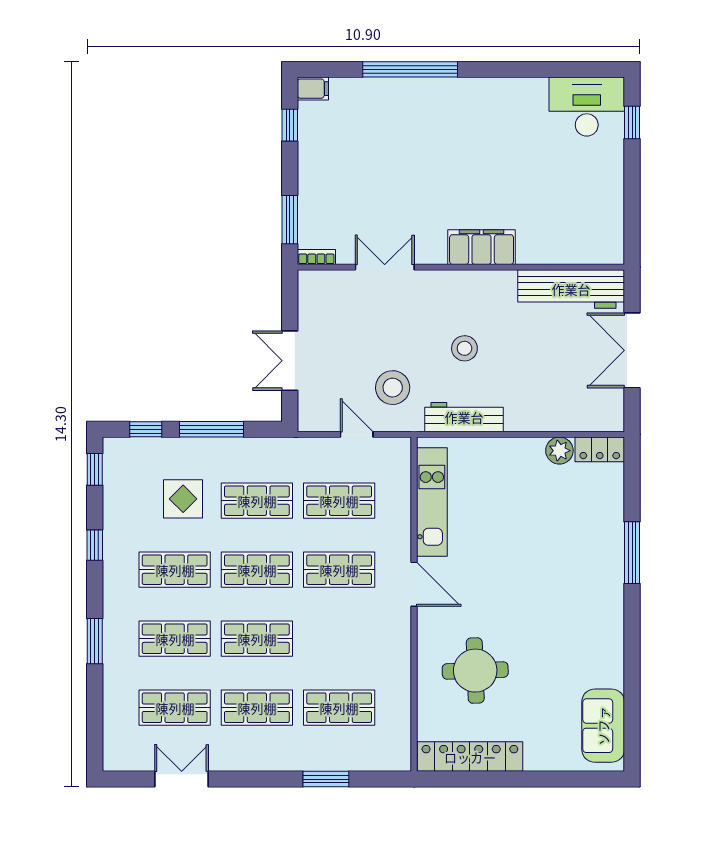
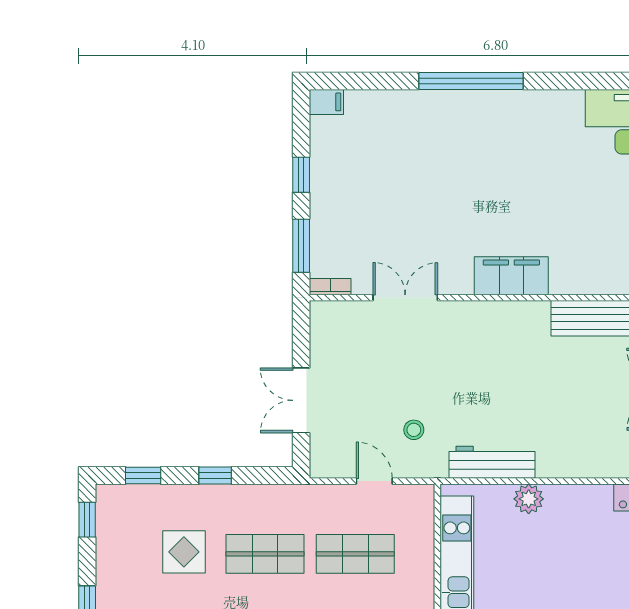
window: (410, 69) -> (471, 81), moved
window: (290, 125) -> (301, 175), moved
stool: (464, 348) -> (493, 387), removed
stool: (393, 388) -> (414, 430), width x0.53, depth x0.53
window: (211, 429) -> (215, 476), width x0.46
plant: (559, 451) -> (529, 499), moved

